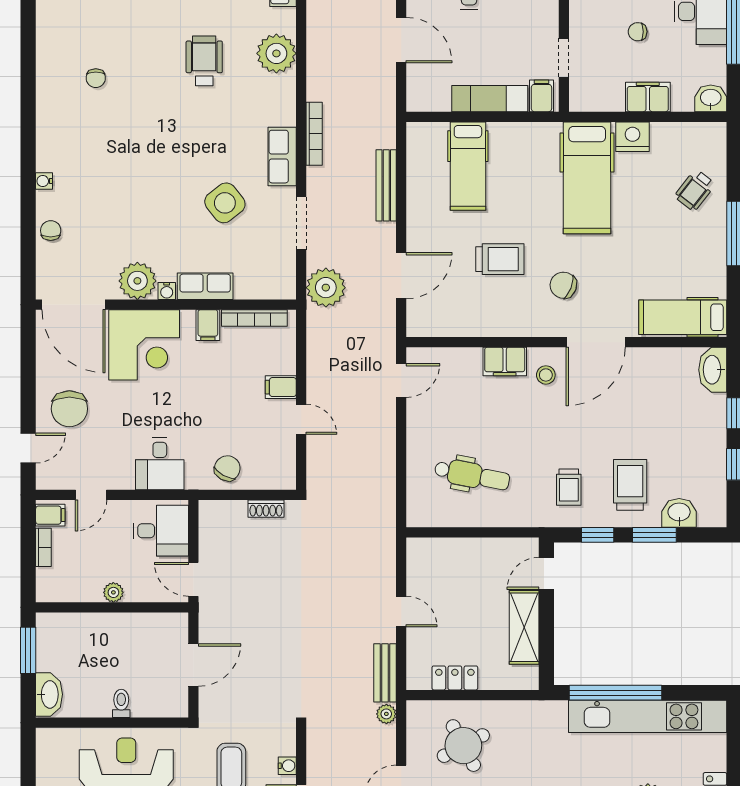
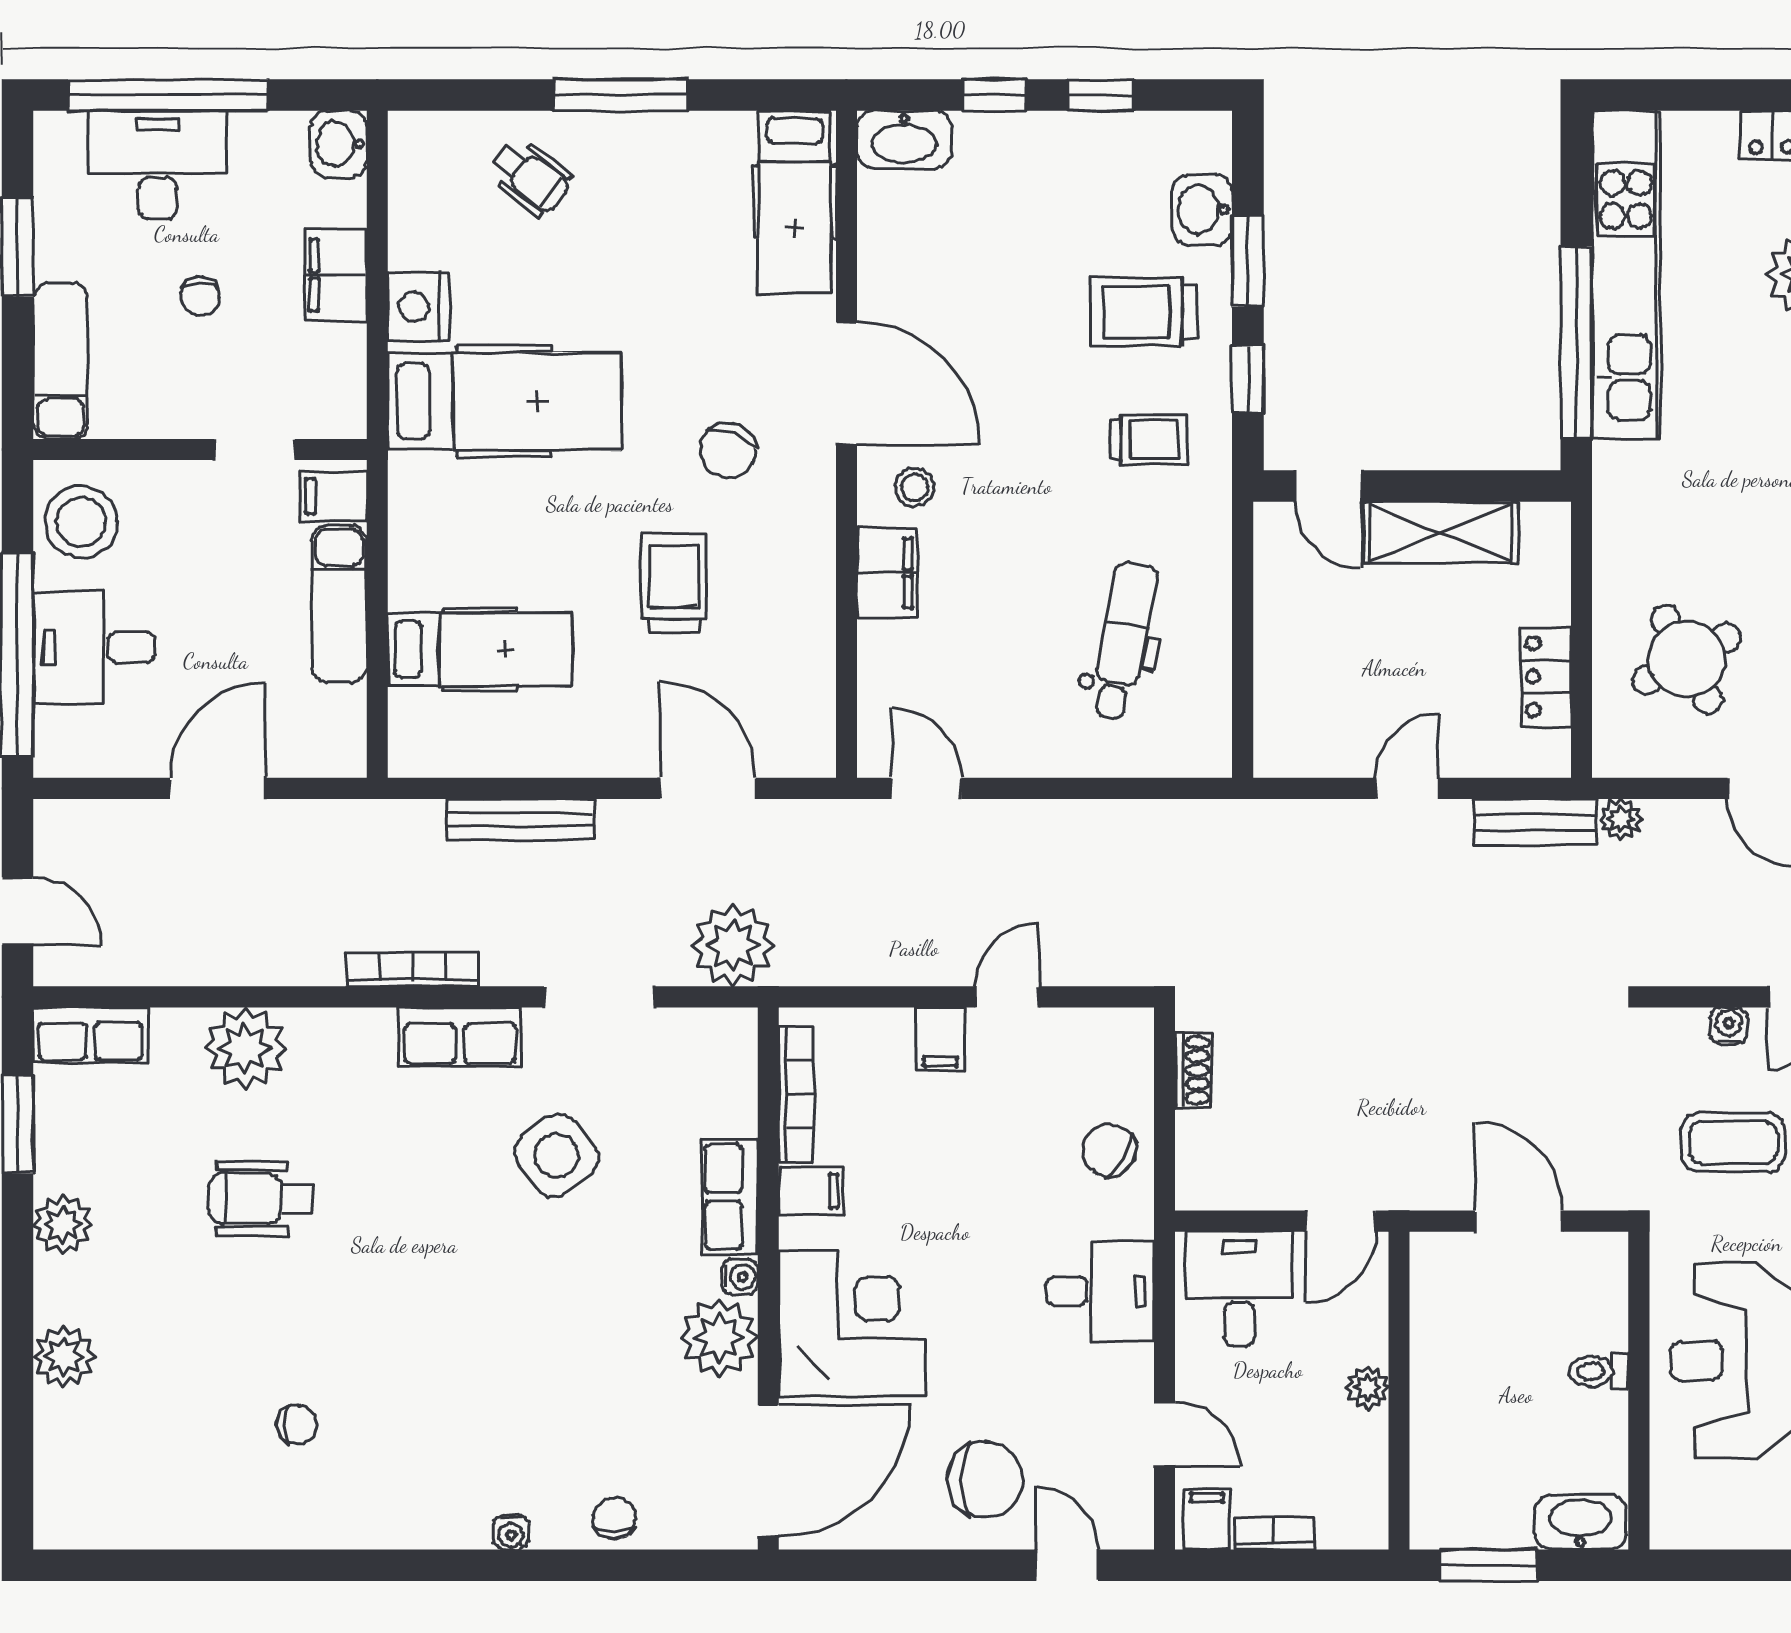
chair: (51, 231) -> (614, 1518), turned 90

